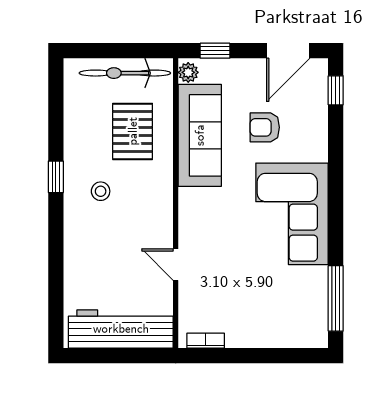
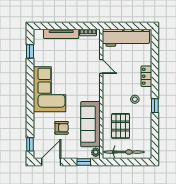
locker: (75, 243) -> (146, 76), added
window: (336, 298) -> (30, 51), width x0.46
tv unit: (266, 337) -> (61, 34), added

